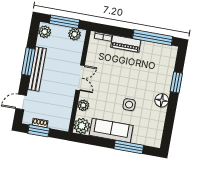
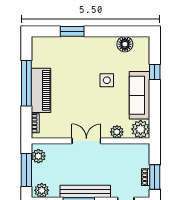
window: (153, 38) -> (26, 83), moved
piano: (126, 44) -> (41, 90), width x1.37, depth x1.33
floor lamp: (162, 100) -> (125, 44), moved
window: (129, 147) -> (155, 72), width x0.46

